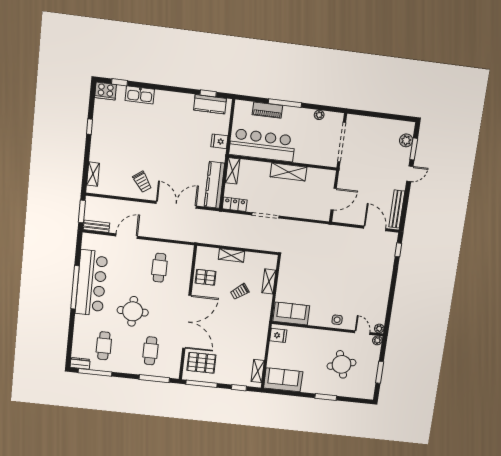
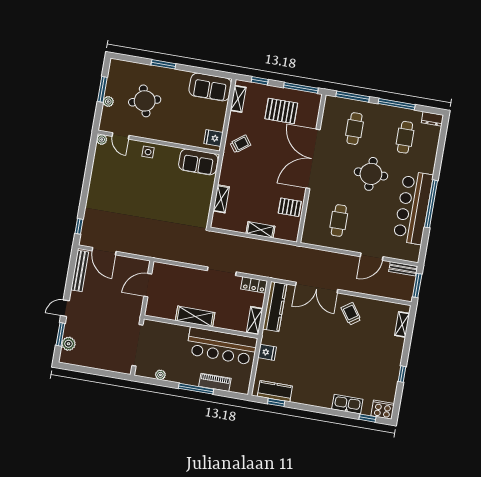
trolley: (240, 292) -> (240, 144), moved
plant: (377, 340) -> (108, 102), moved
pallet: (201, 363) -> (281, 111), moved
window: (95, 372) -> (397, 104), moved

